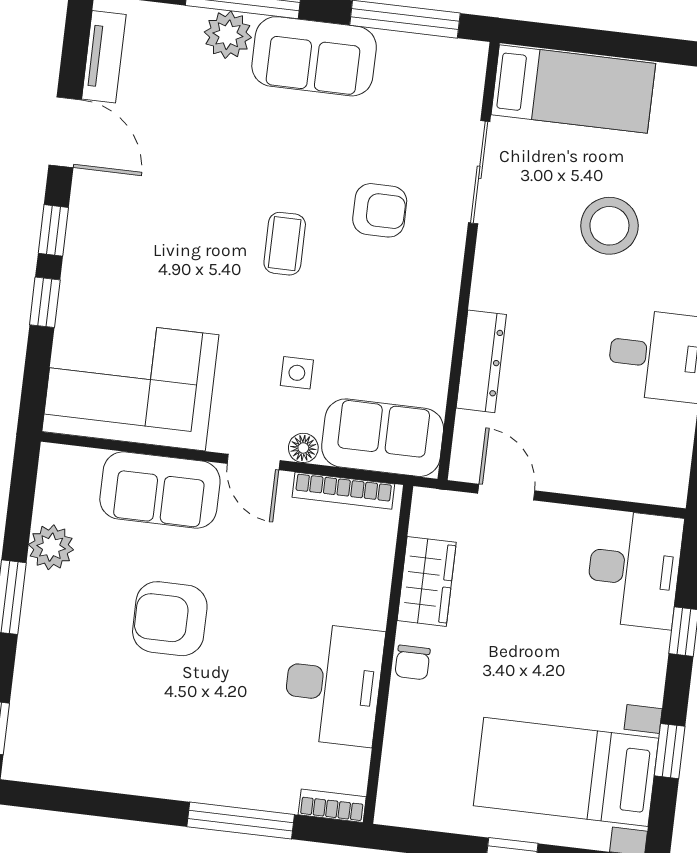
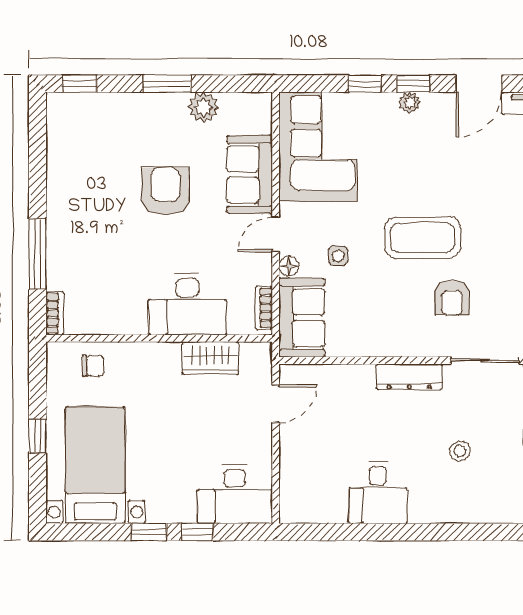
stool: (609, 226) -> (460, 451), width x0.53, depth x0.53
plant: (81, 239) -> (410, 102), added
coffee table: (285, 244) -> (422, 238), width x1.86, depth x1.72
dresser: (481, 361) -> (409, 377), moved
bookcase: (343, 491) -> (264, 308), width x0.64
chair: (413, 662) -> (93, 366), moved, turned 180
desk: (333, 684) -> (188, 304), moved
window: (670, 751) -> (149, 532), moved

